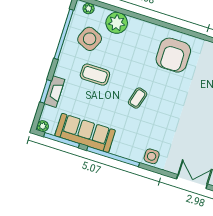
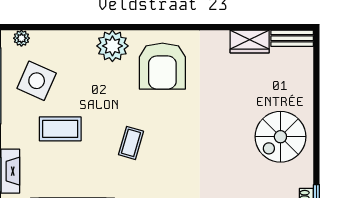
plant: (117, 23) -> (112, 46), moved

